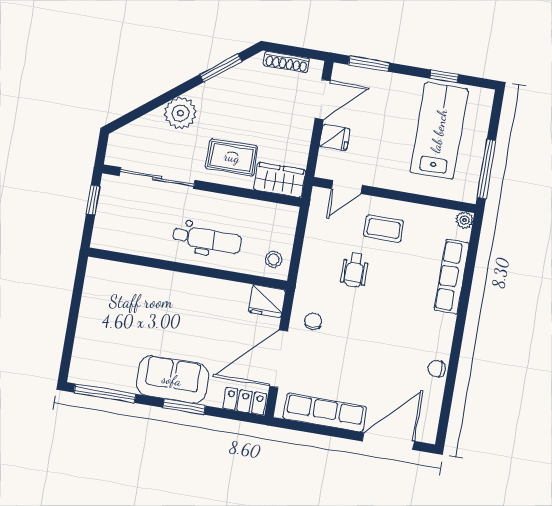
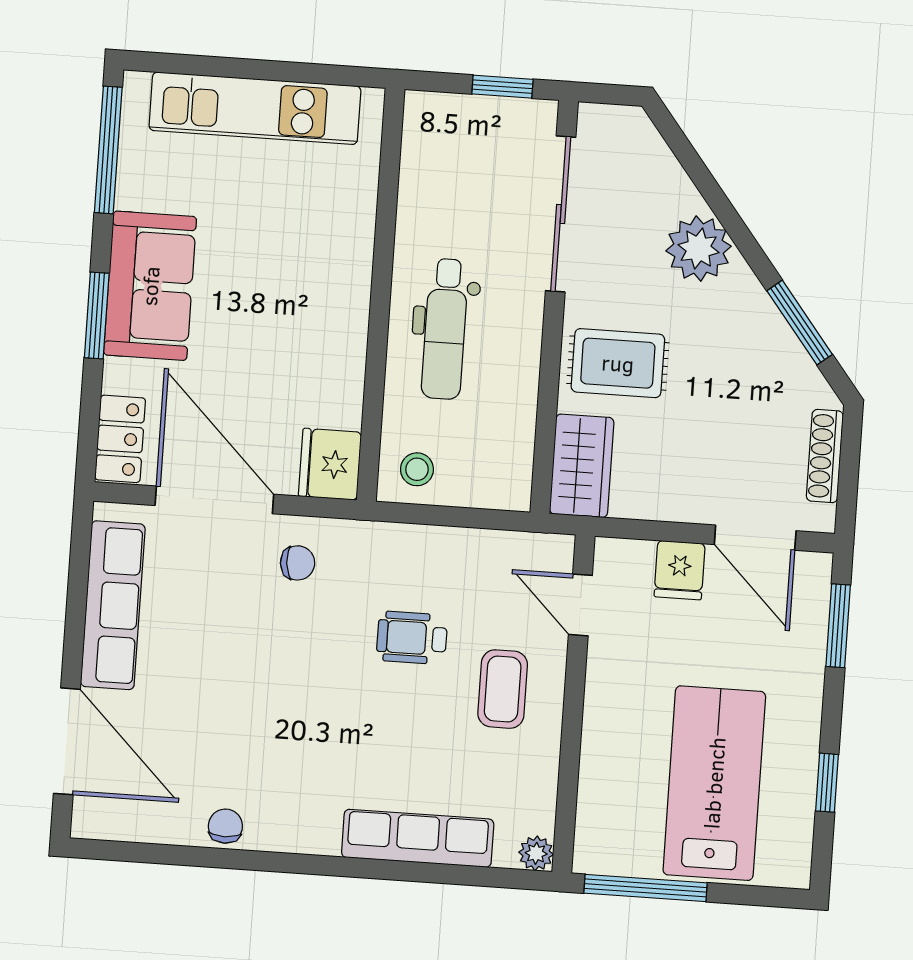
lab bench: (439, 131) -> (714, 783), turned -90
rug: (232, 157) -> (618, 363), turned 90
kitchen unit: (92, 321) -> (255, 108), added

